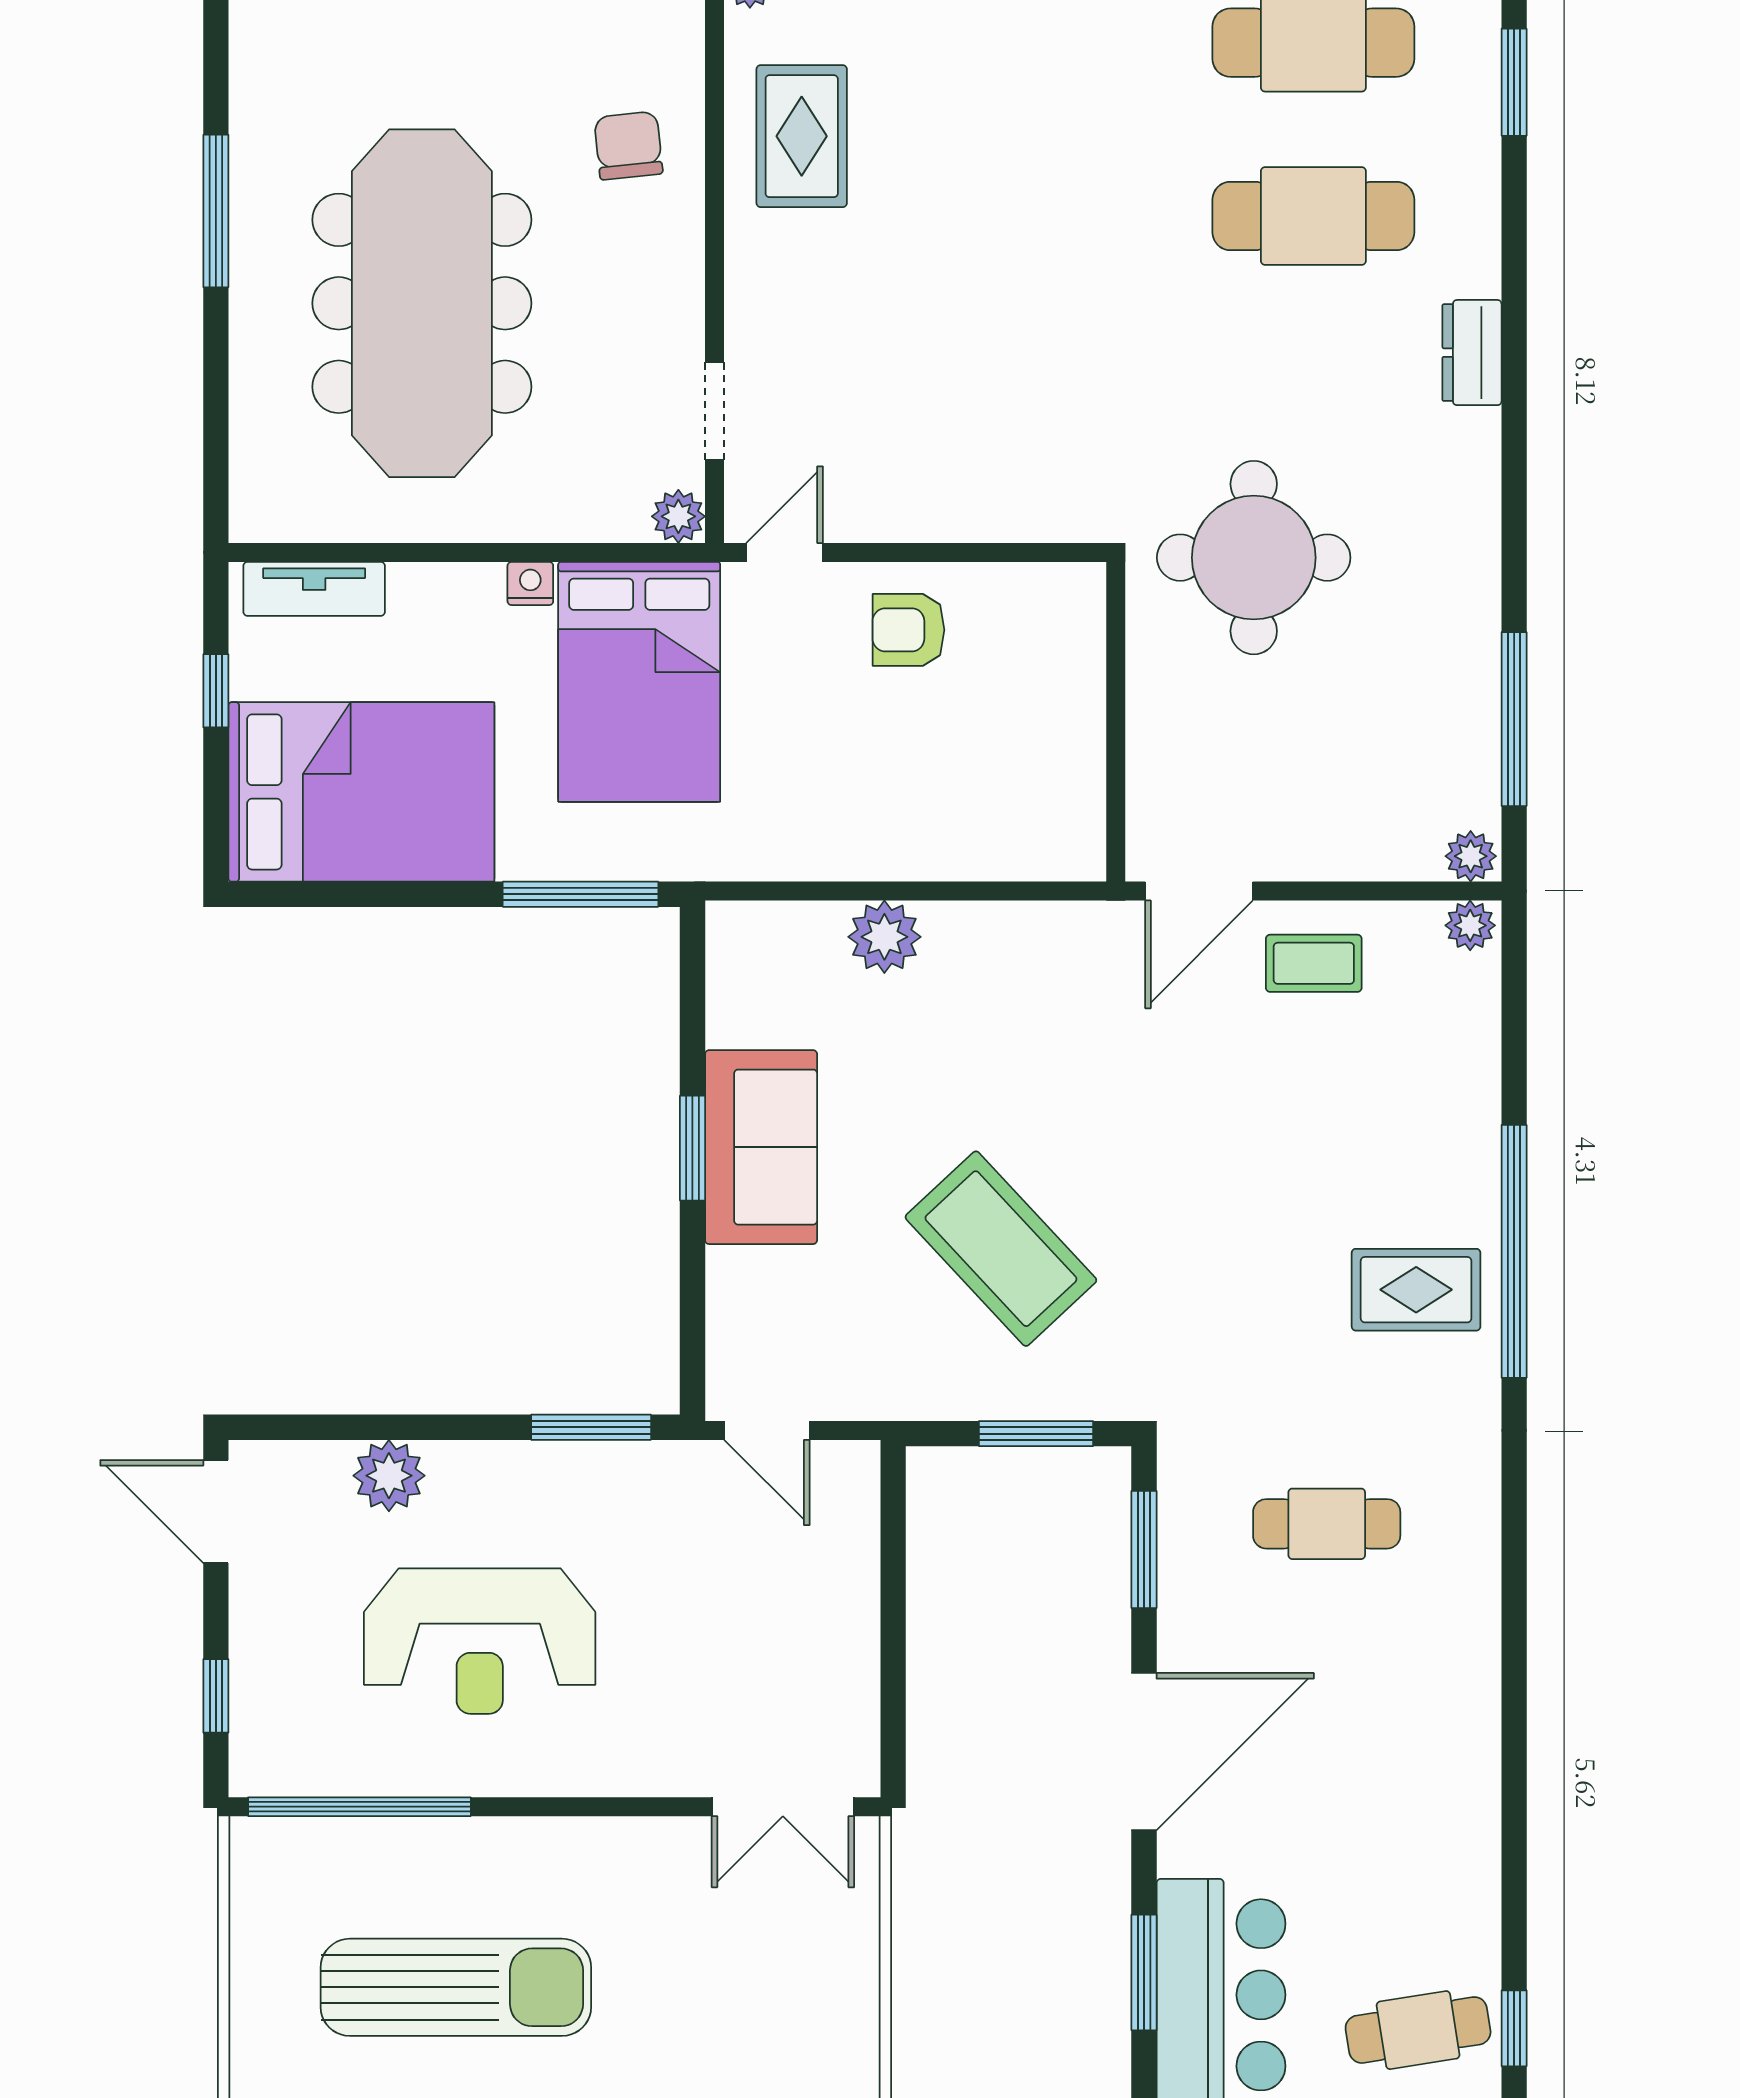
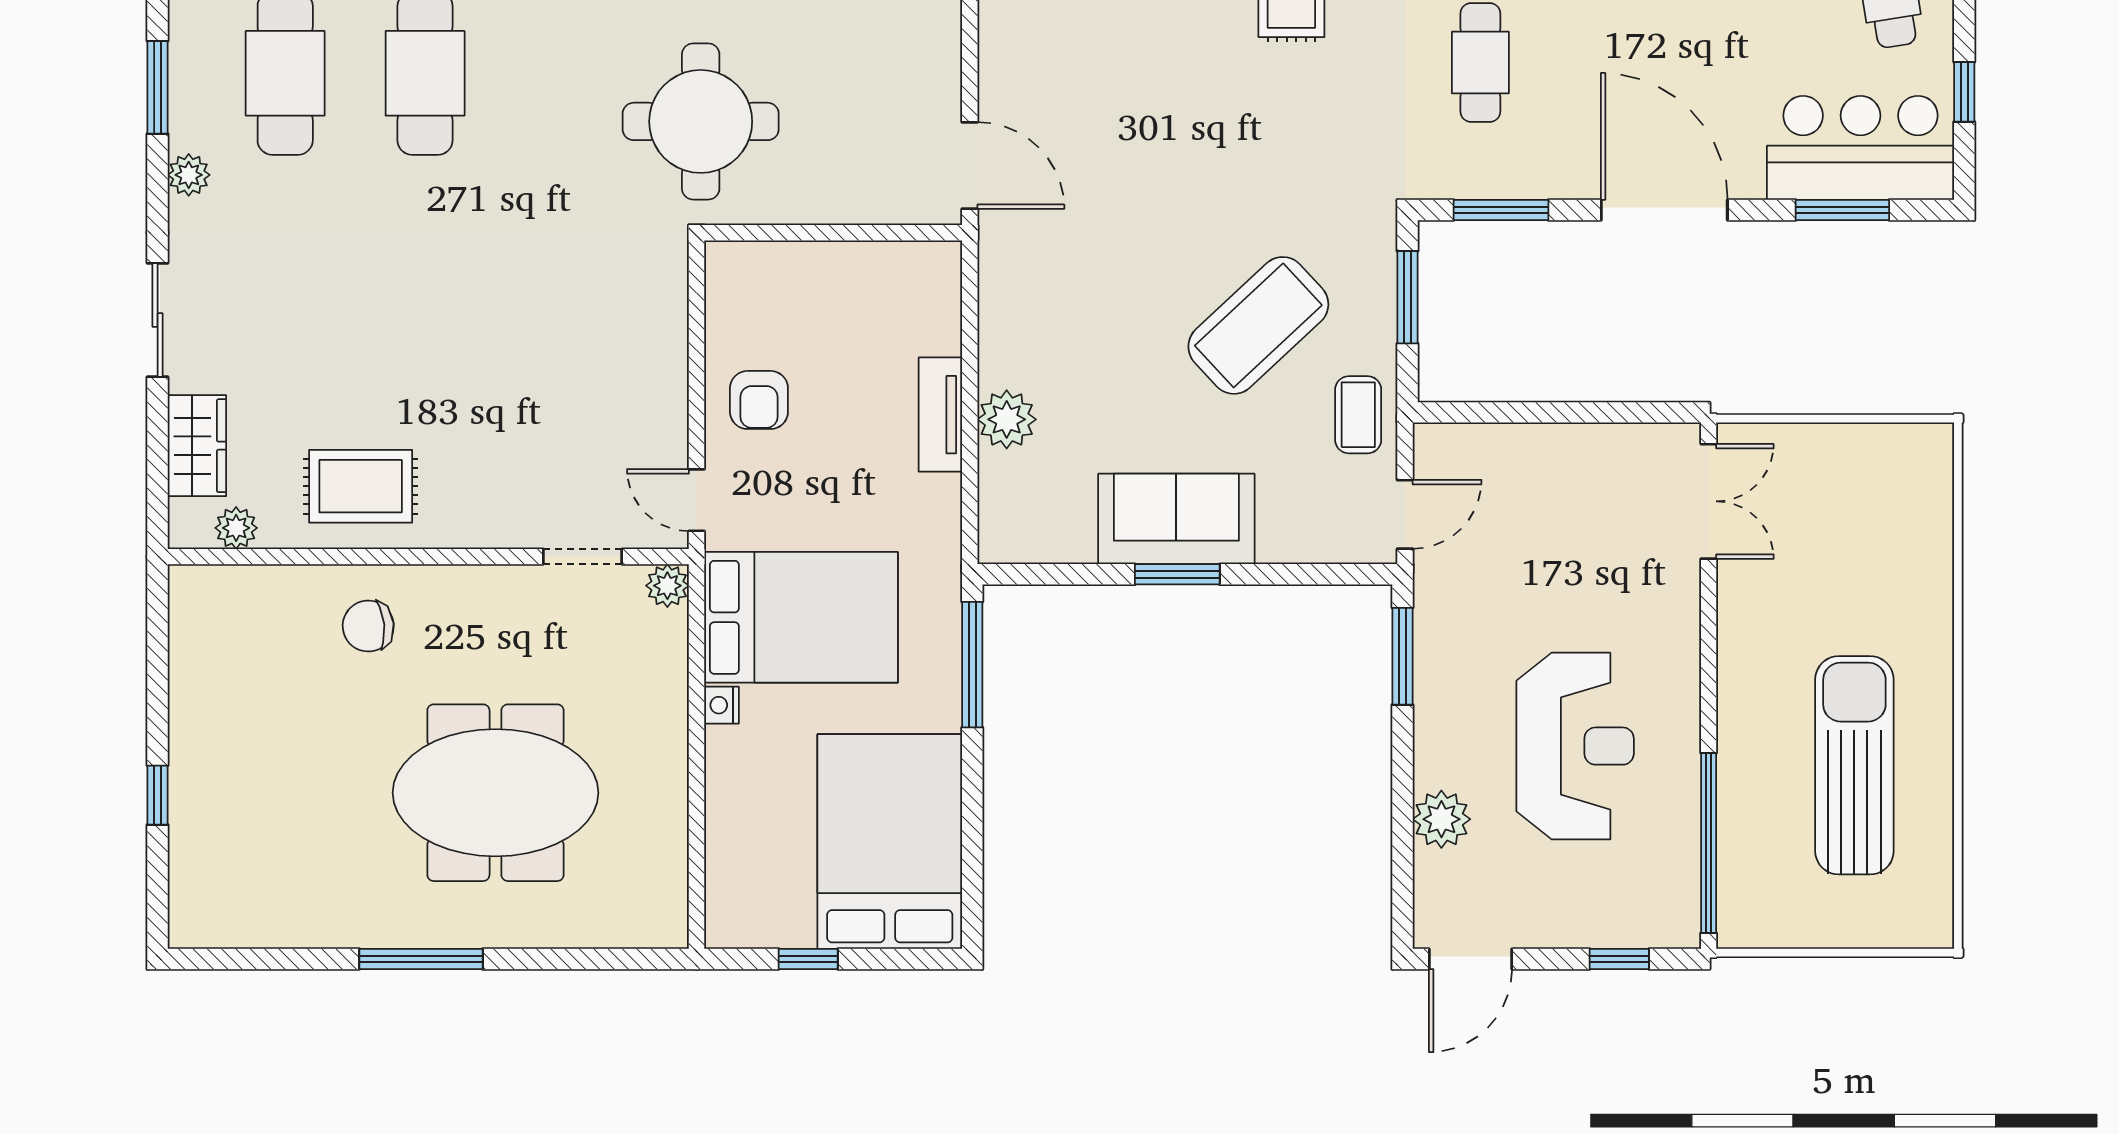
meeting table: (422, 303) -> (495, 793), width x0.73
tv unit: (314, 589) -> (940, 415), moved, turned 180
coffee table: (1314, 963) -> (1358, 415), moved

